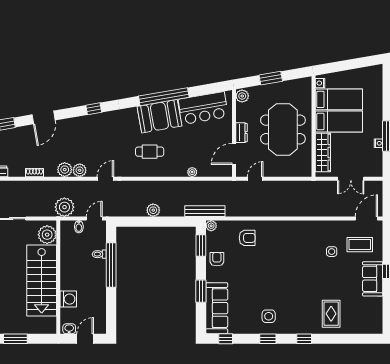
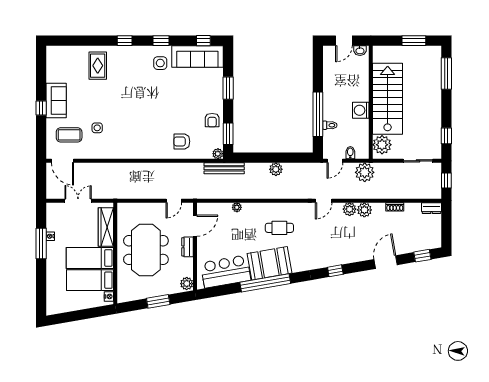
door: (366, 219) -> (62, 161), hinge flipped
washing machine: (68, 299) -> (361, 110), moved
sofa: (217, 308) -> (197, 56), moved, turned -90

